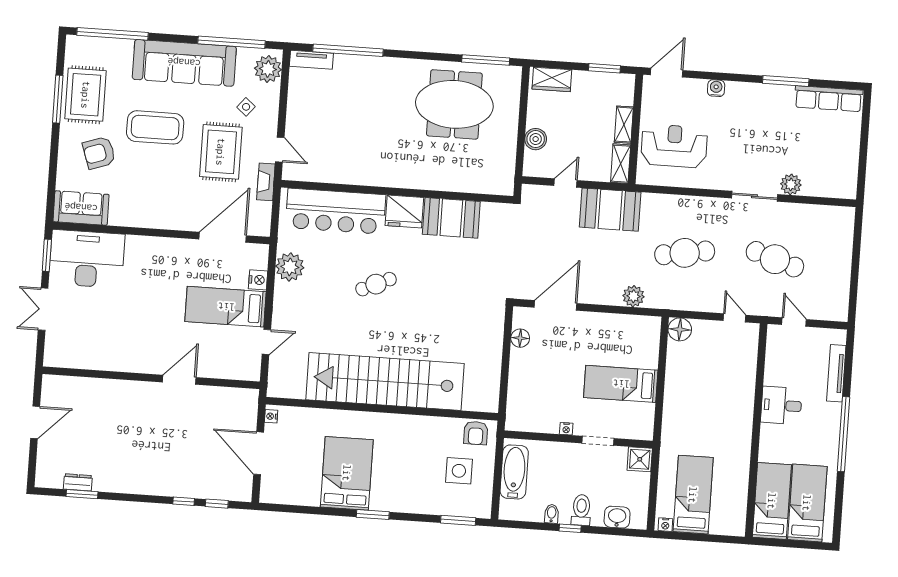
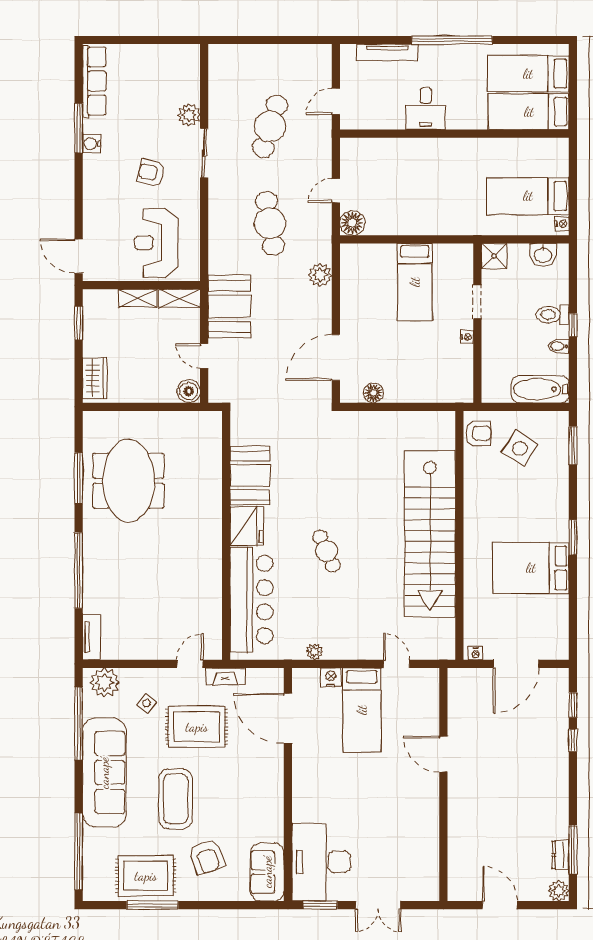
window: (348, 50) -> (79, 570), moved
window: (486, 60) -> (79, 478), moved
water cooler: (716, 88) -> (92, 144), moved
boiler: (536, 139) -> (189, 391), moved
armchair: (740, 146) -> (151, 173), added
plant: (290, 267) -> (315, 652), width x0.53, depth x0.53
door: (556, 305) -> (336, 358), hinge flipped
door: (734, 318) -> (336, 191), moved
side table: (459, 471) -> (520, 448), turned 32
bathtub: (514, 472) -> (540, 389), moved
plant: (45, 478) -> (559, 891), added
window: (82, 494) -> (573, 850), width x1.44
washbasin: (617, 517) -> (543, 255), moved, turned -90

